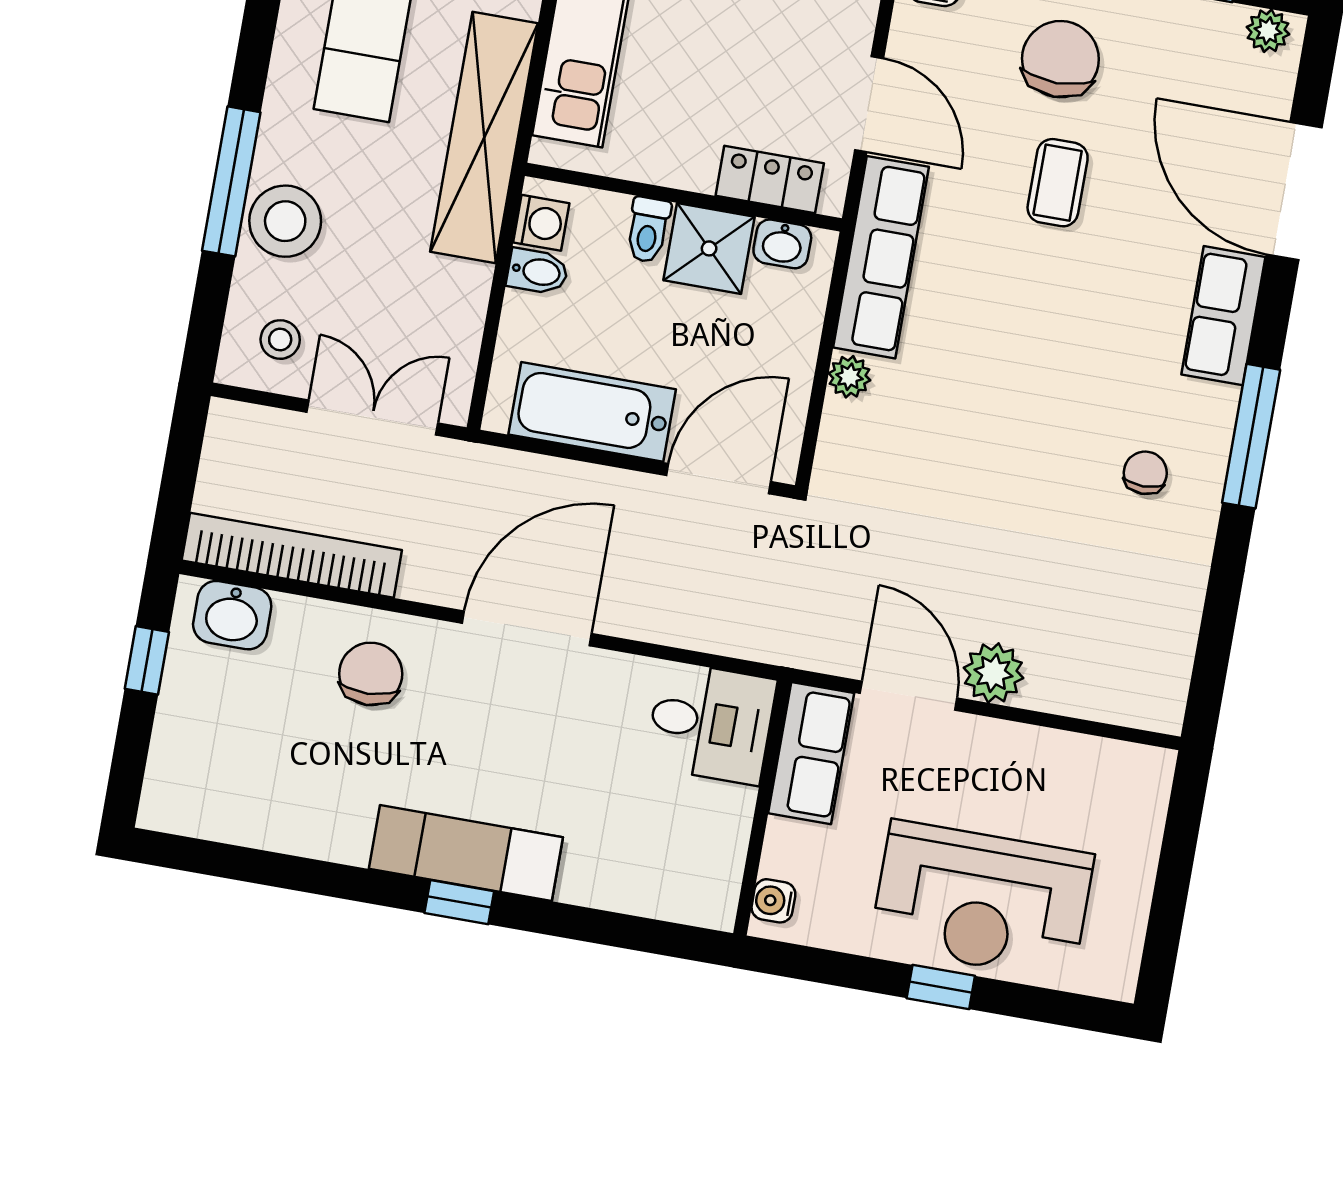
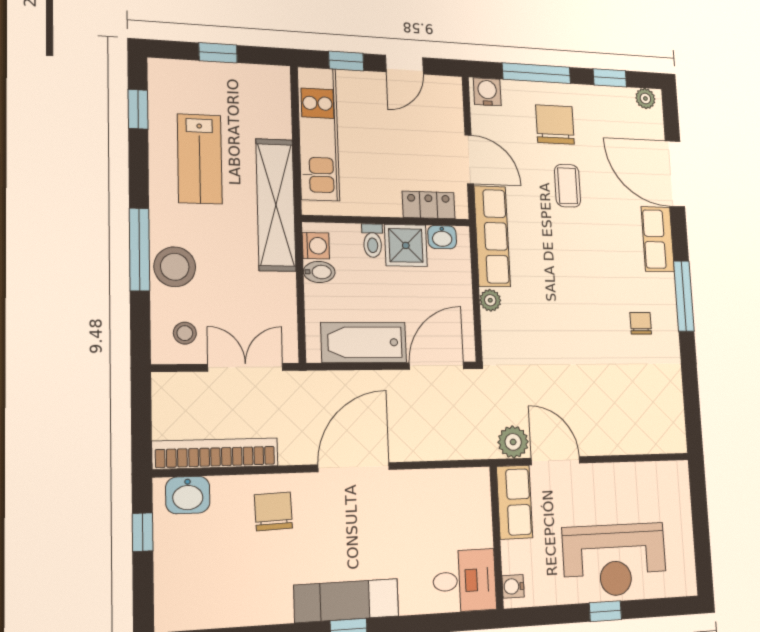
plant: (993, 673) -> (513, 442), moved
desk: (711, 723) -> (464, 581), moved

